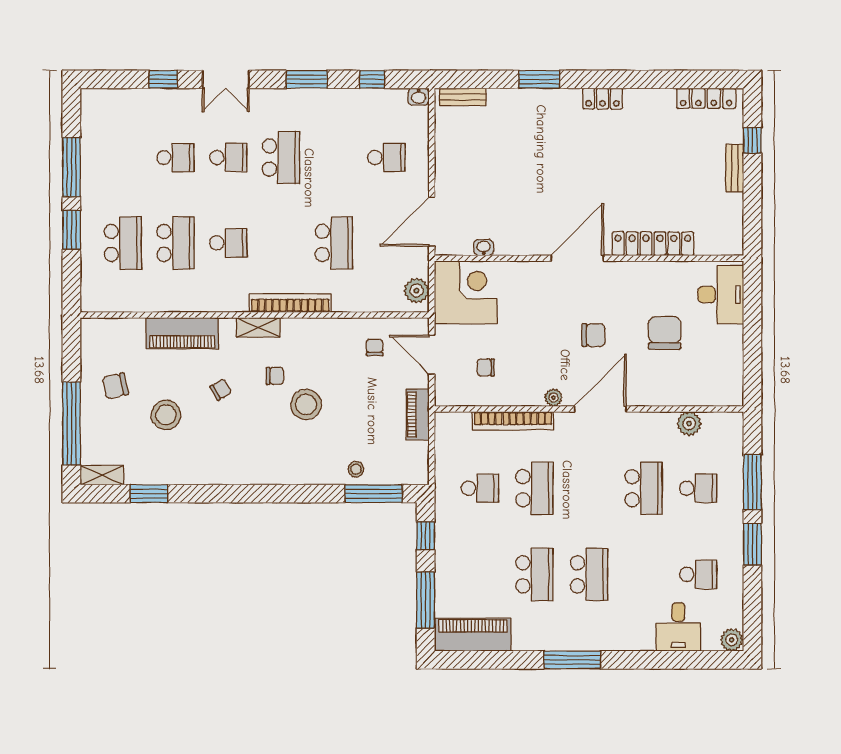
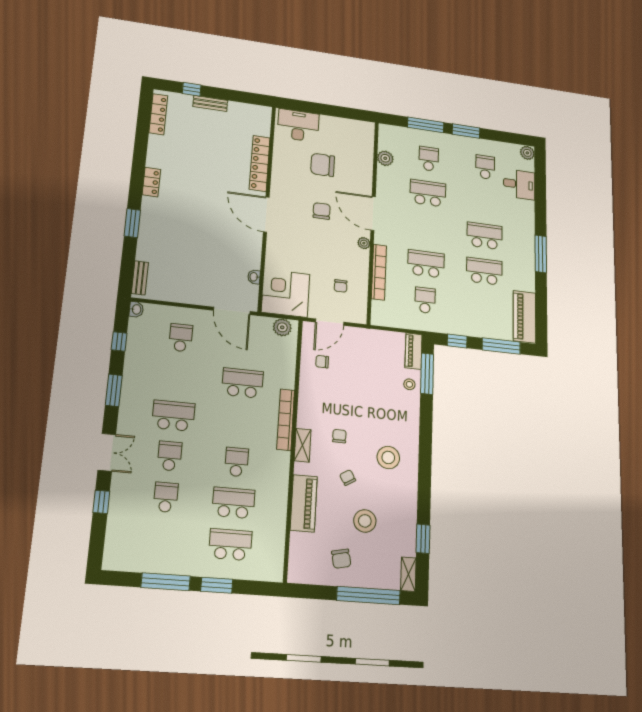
stool: (306, 404) -> (388, 457), moved
piano: (418, 415) -> (414, 351), moved, turned 90

